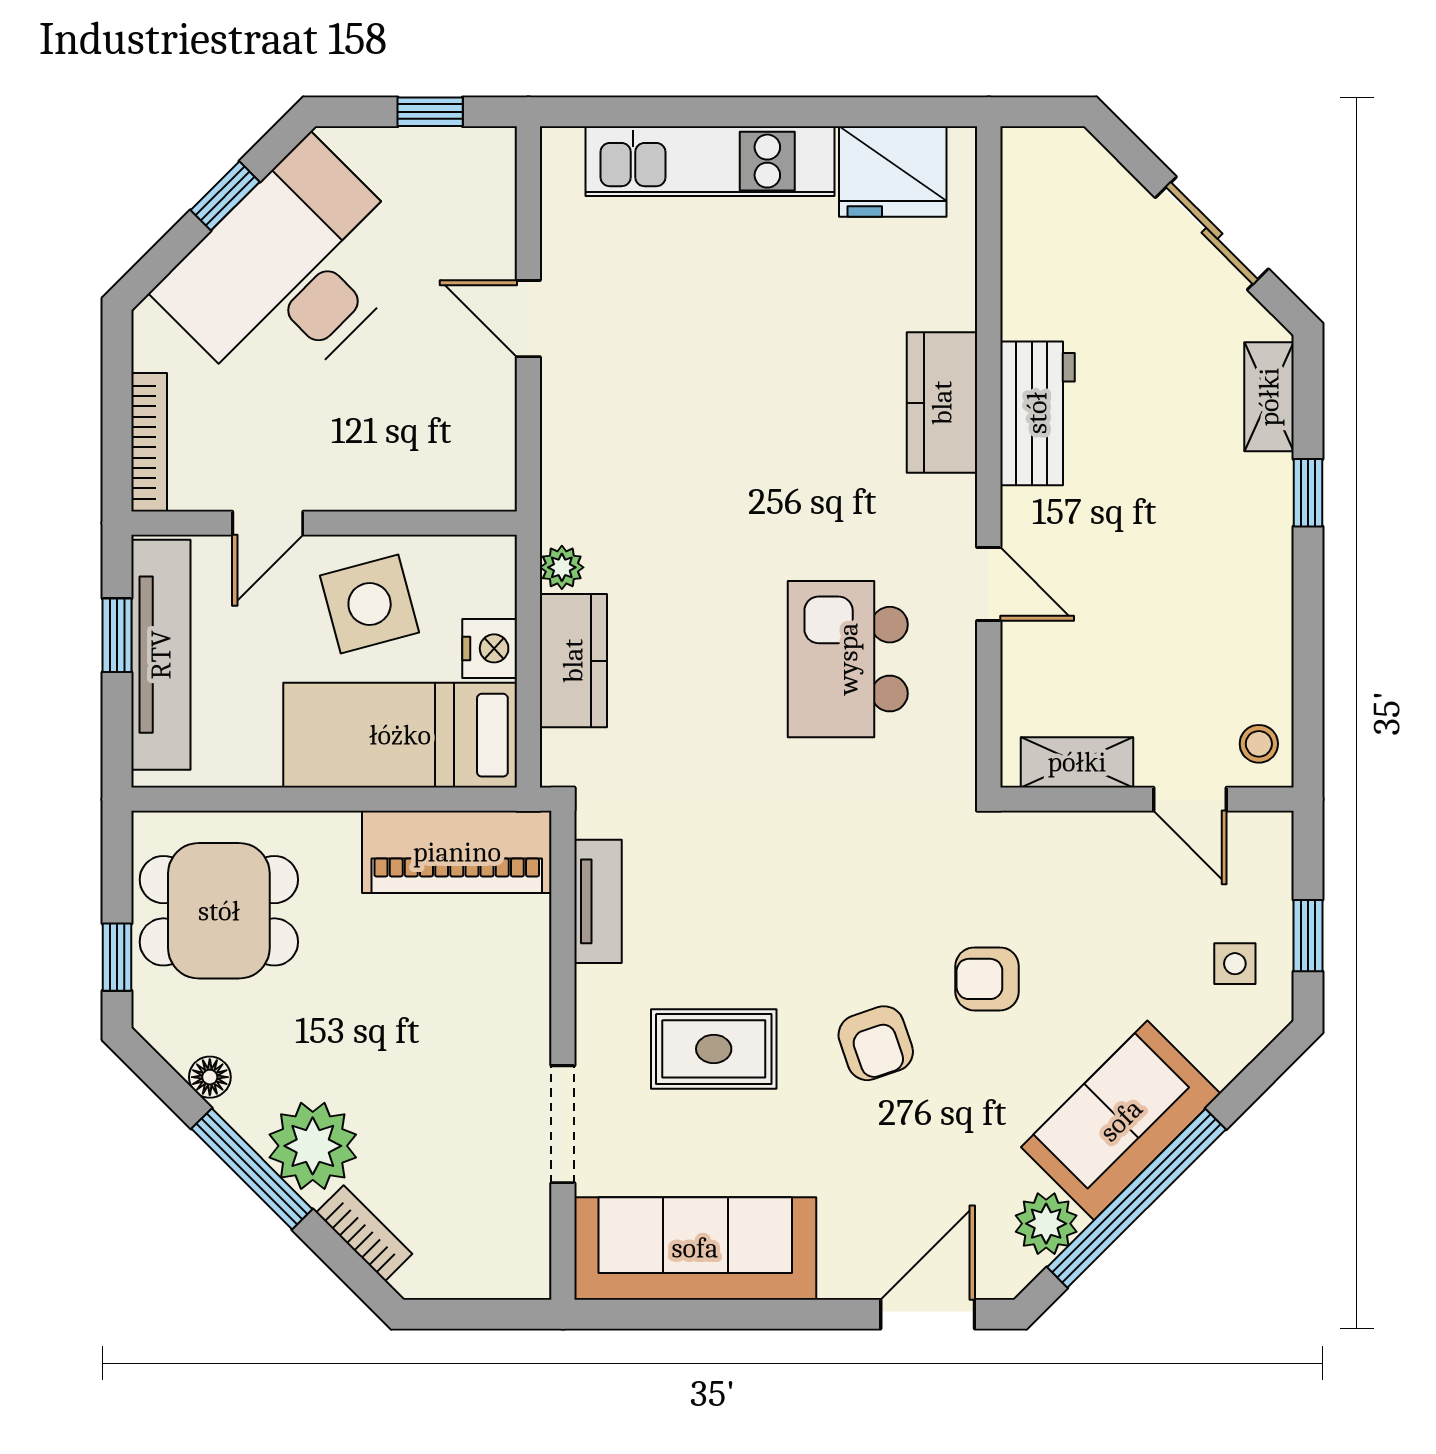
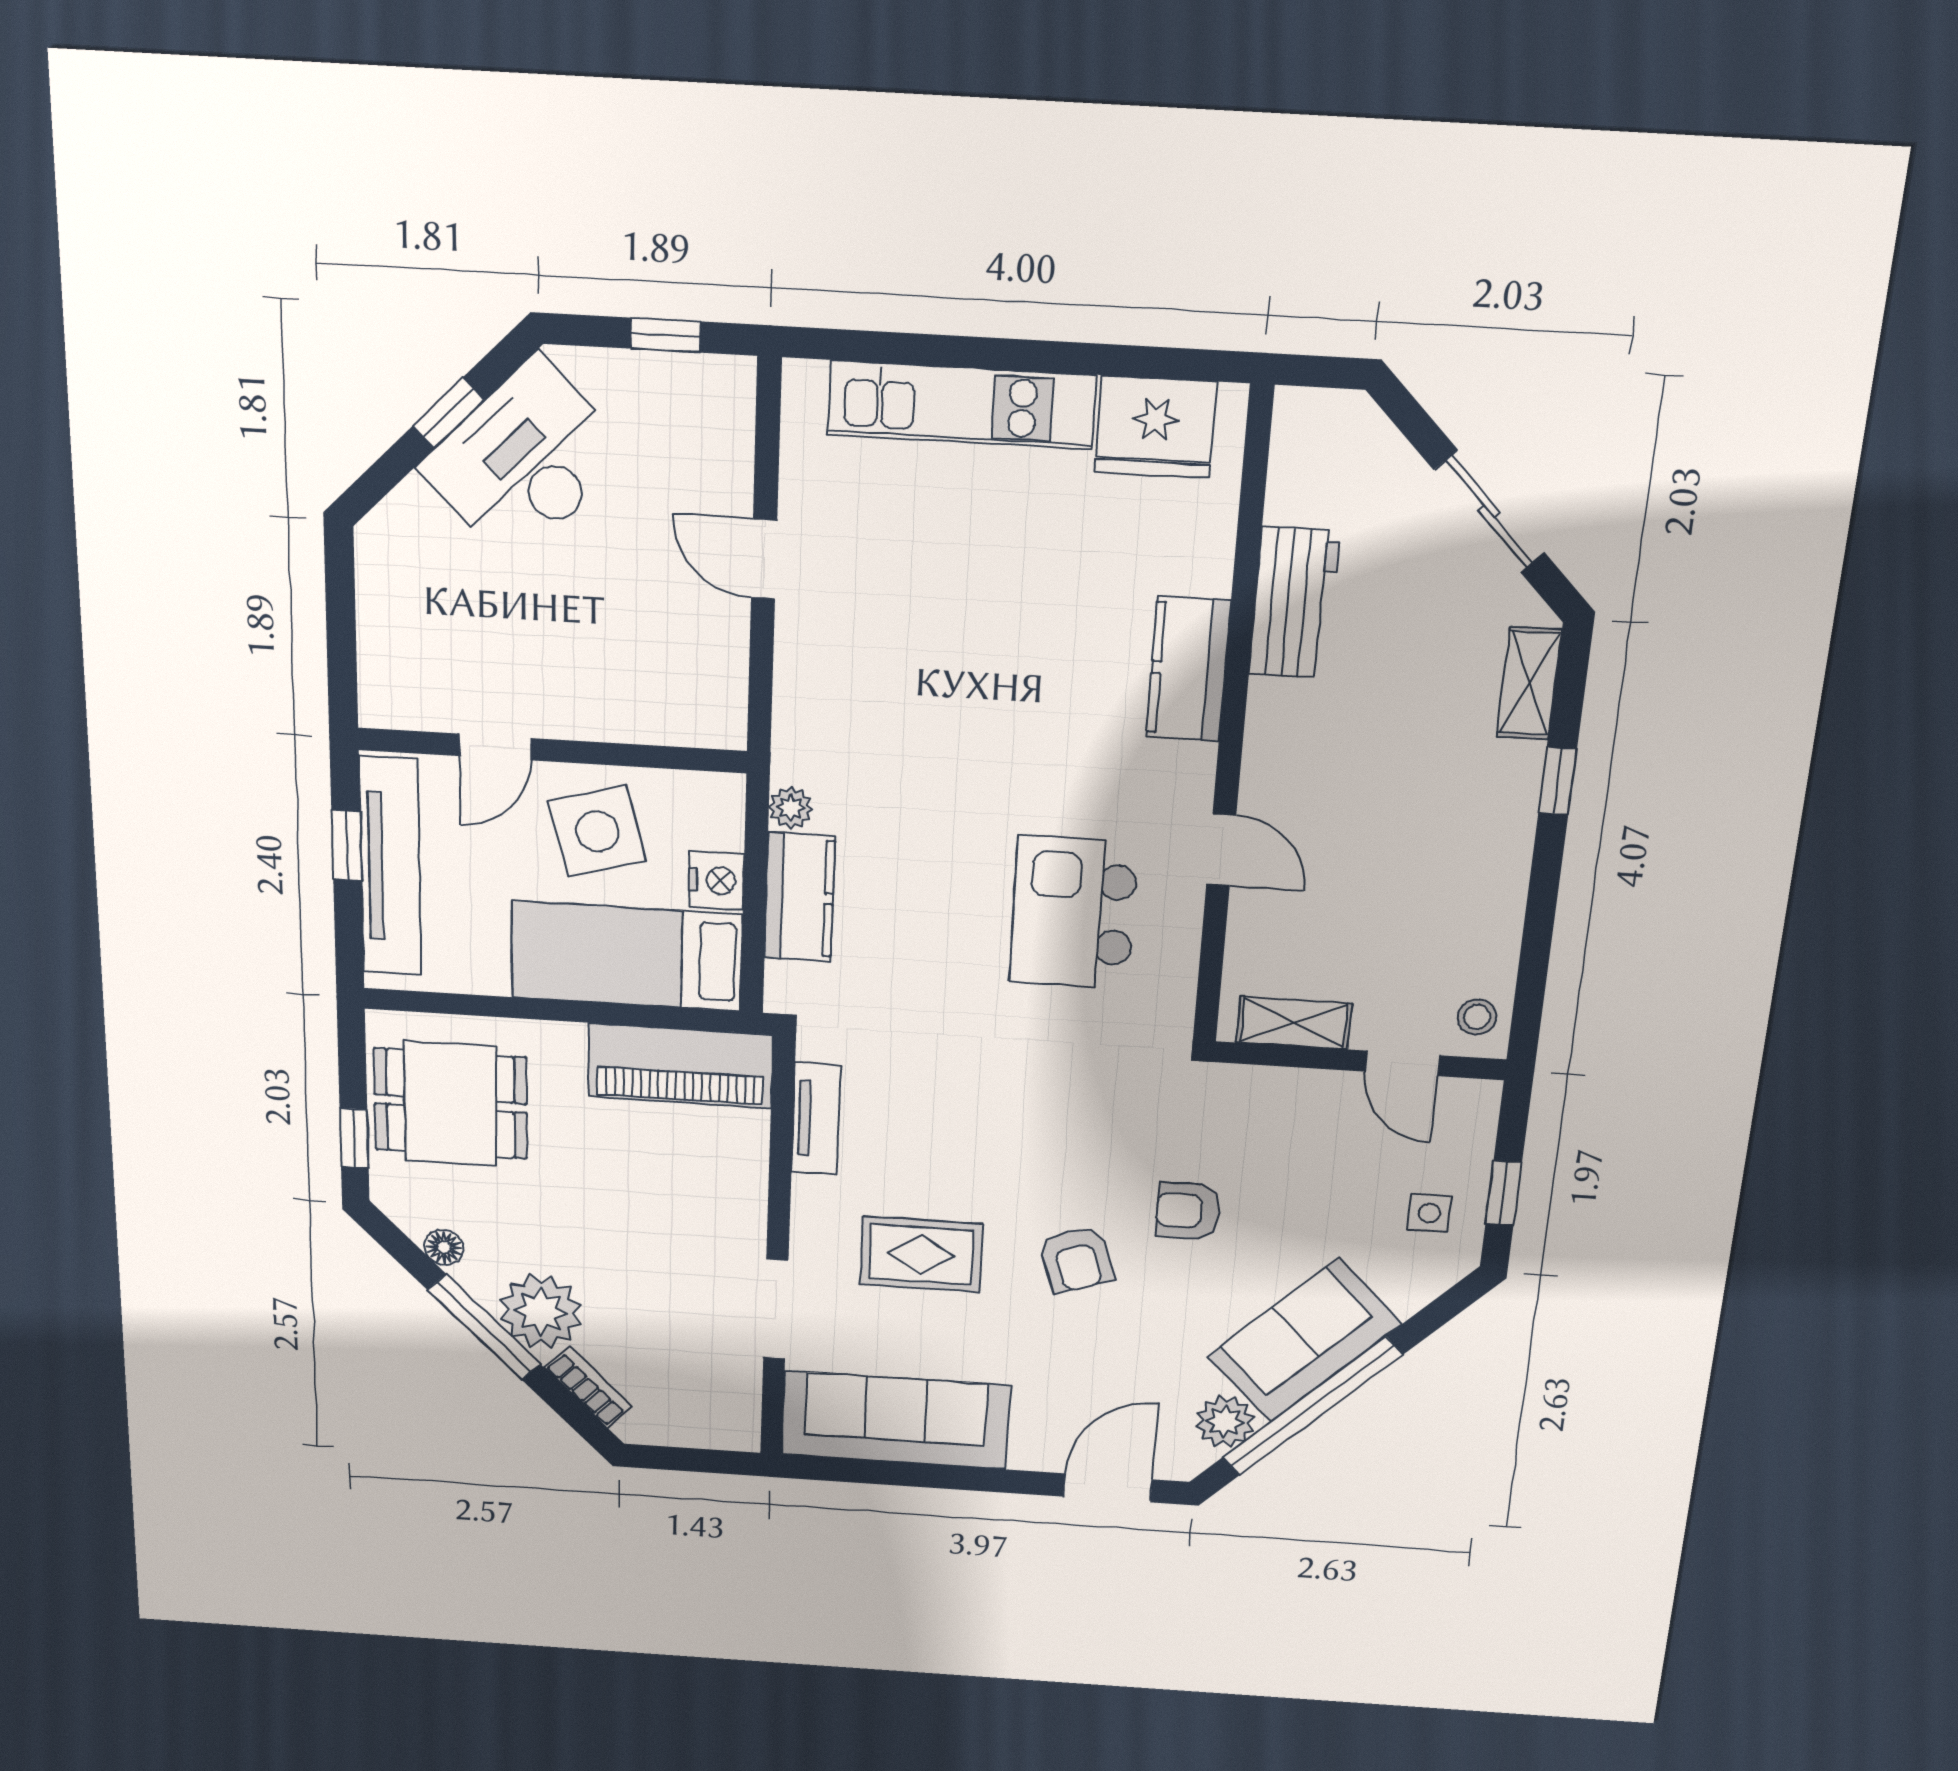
desk: (290, 273) -> (525, 461), width x0.73, depth x0.77
workbench: (1037, 413) -> (1294, 603), moved
bookcase: (149, 442) -> (374, 661), removed

